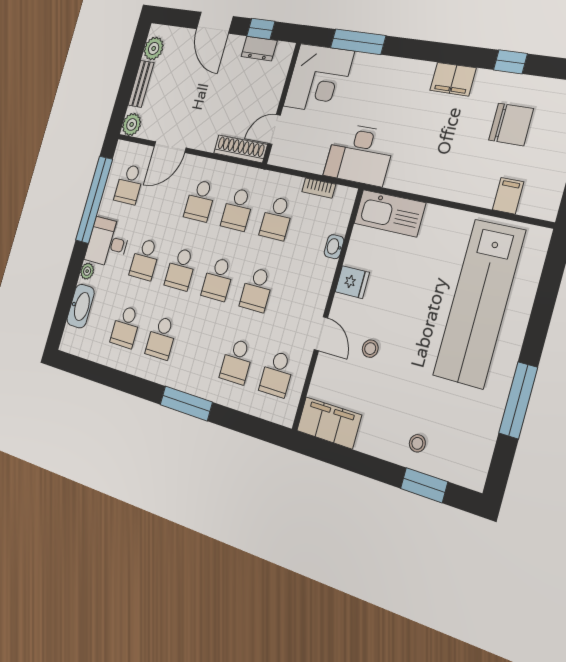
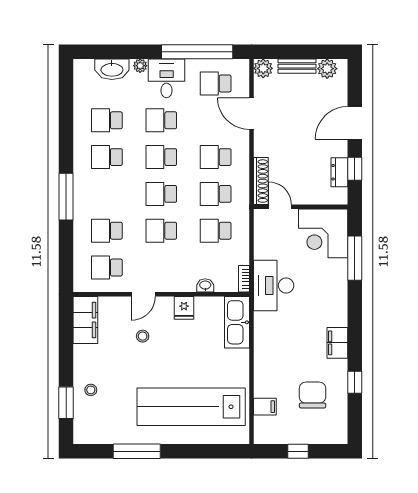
chair: (511, 124) -> (313, 395), turned 180
bookcase: (319, 188) -> (244, 279), moved

